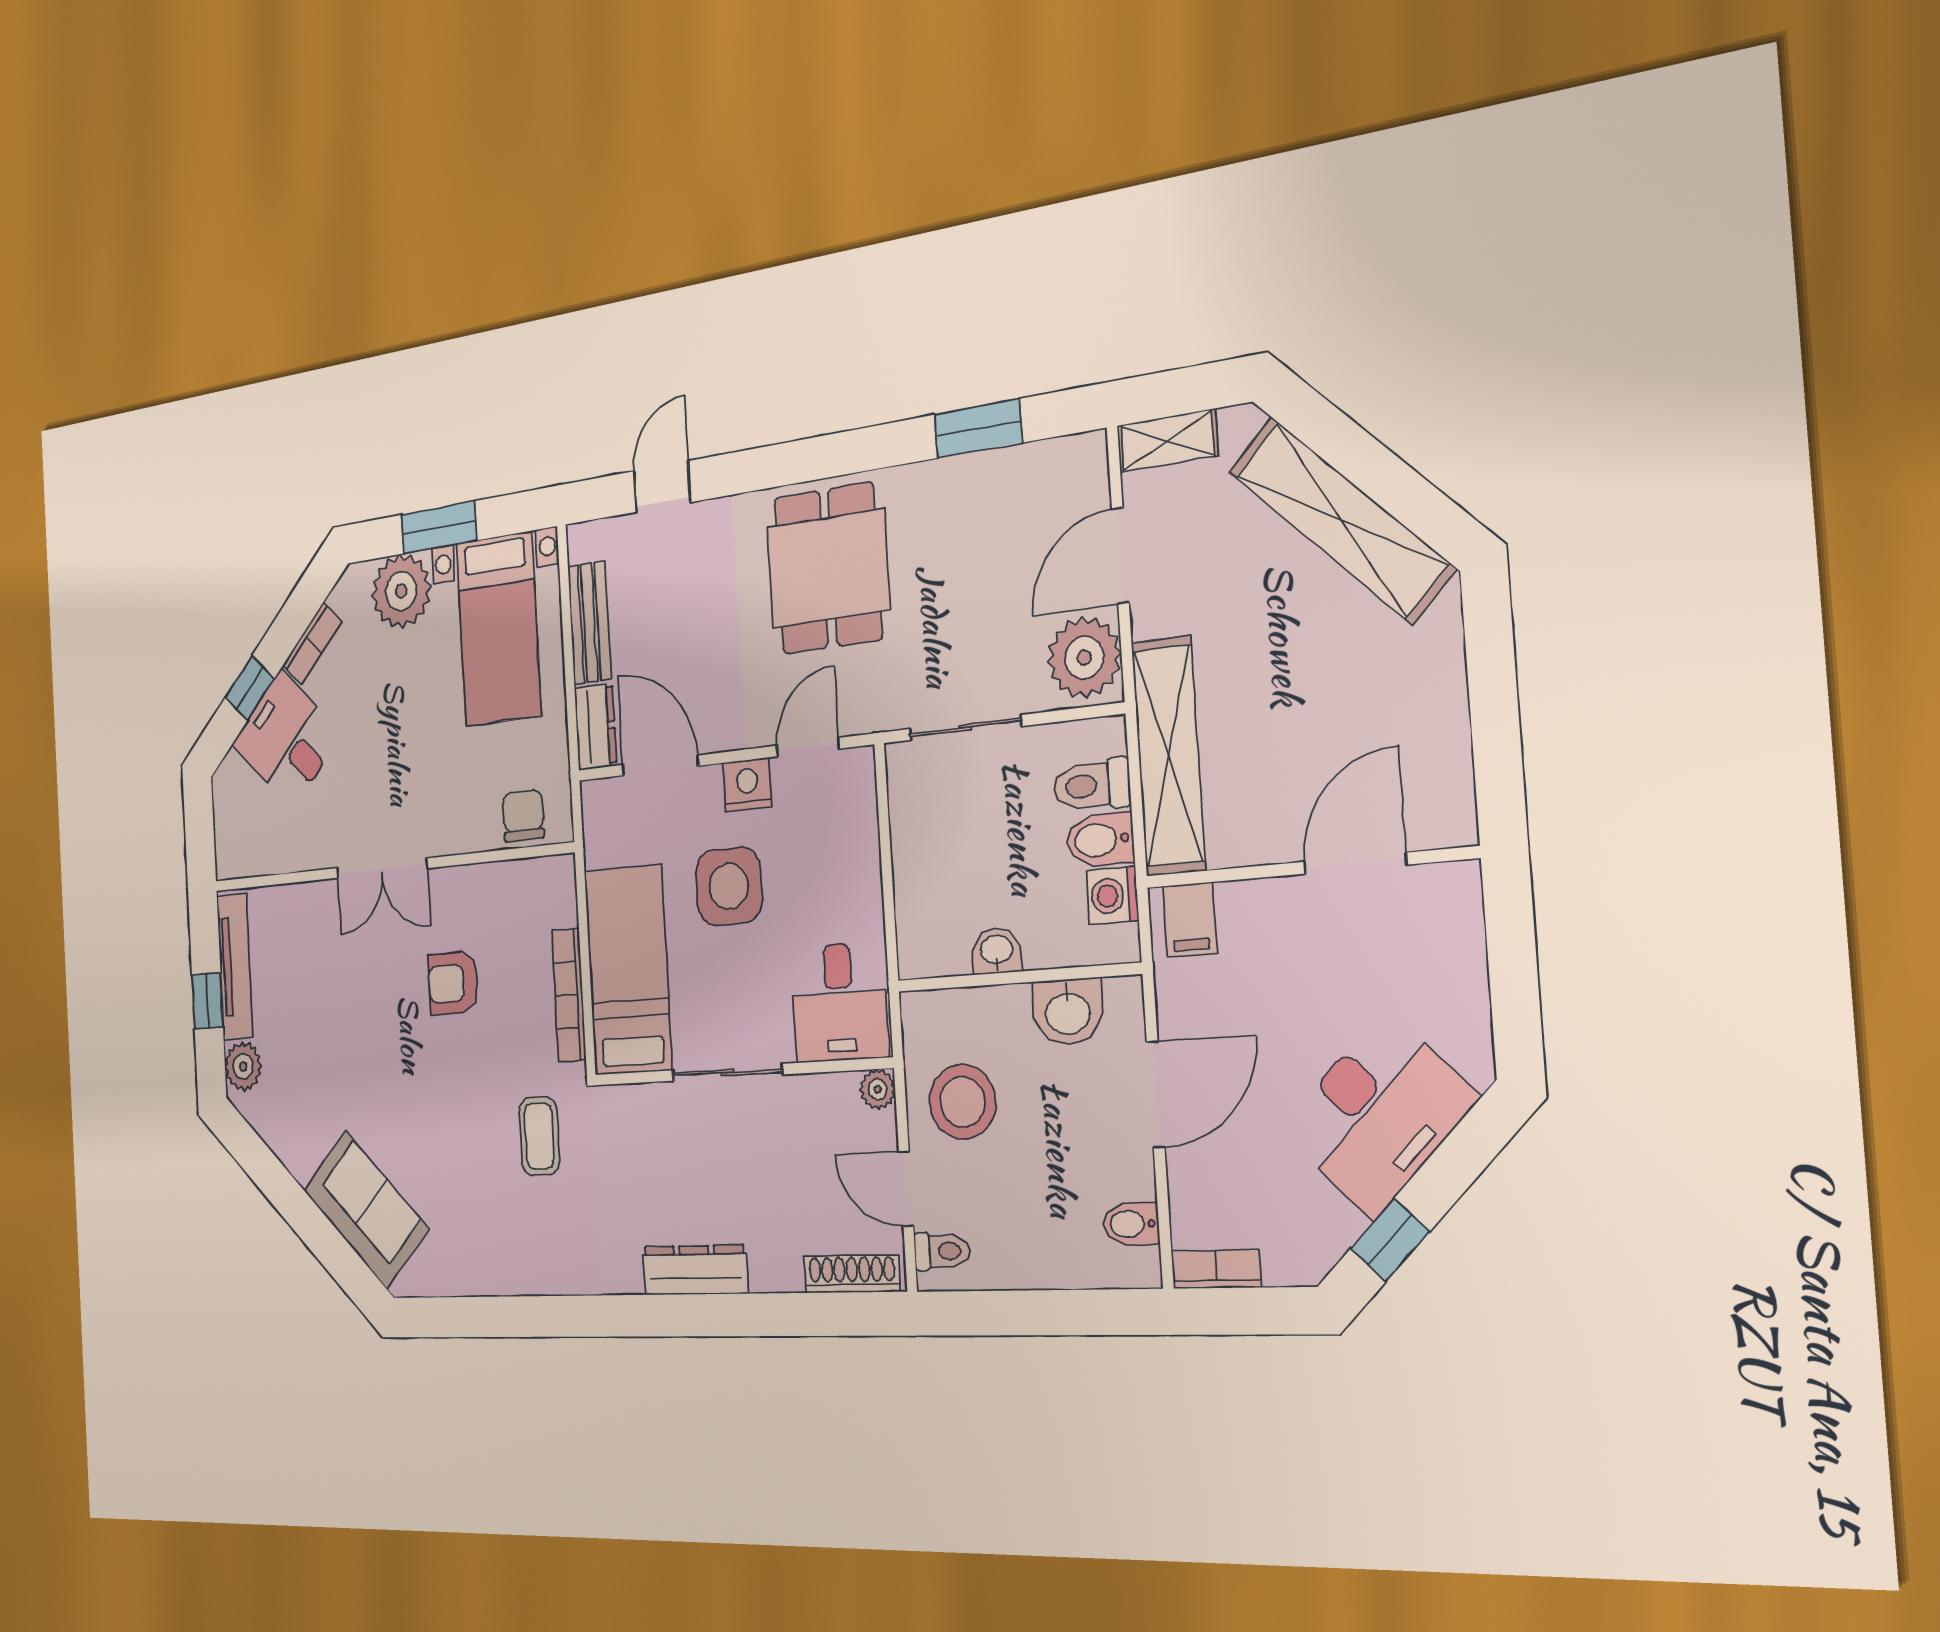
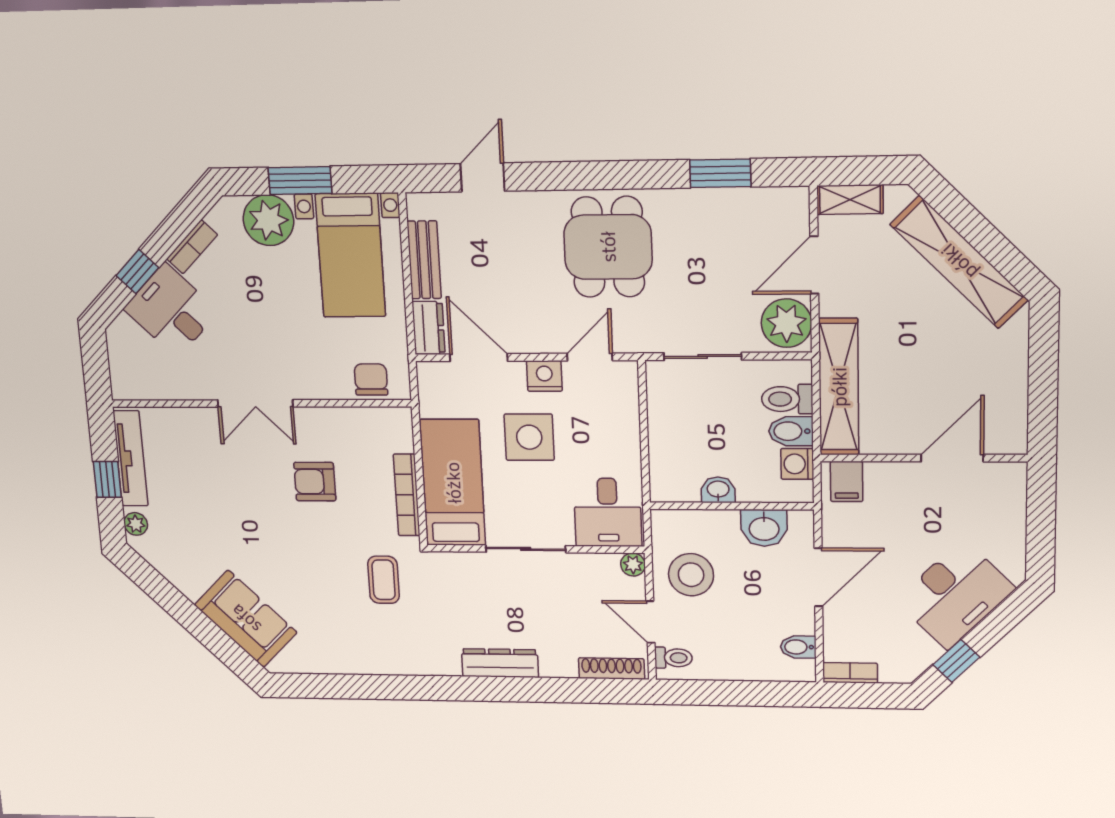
plant: (243, 1066) -> (136, 524), width x0.73, depth x0.73

